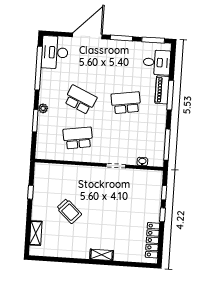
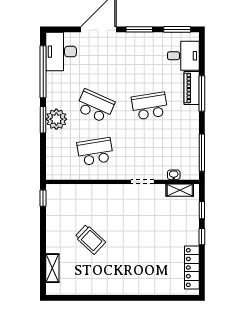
plant: (43, 108) -> (56, 119), width x1.87, depth x1.87
window: (35, 121) -> (43, 120), moved
window: (31, 192) -> (43, 198), moved
shelving: (102, 255) -> (180, 190), moved

